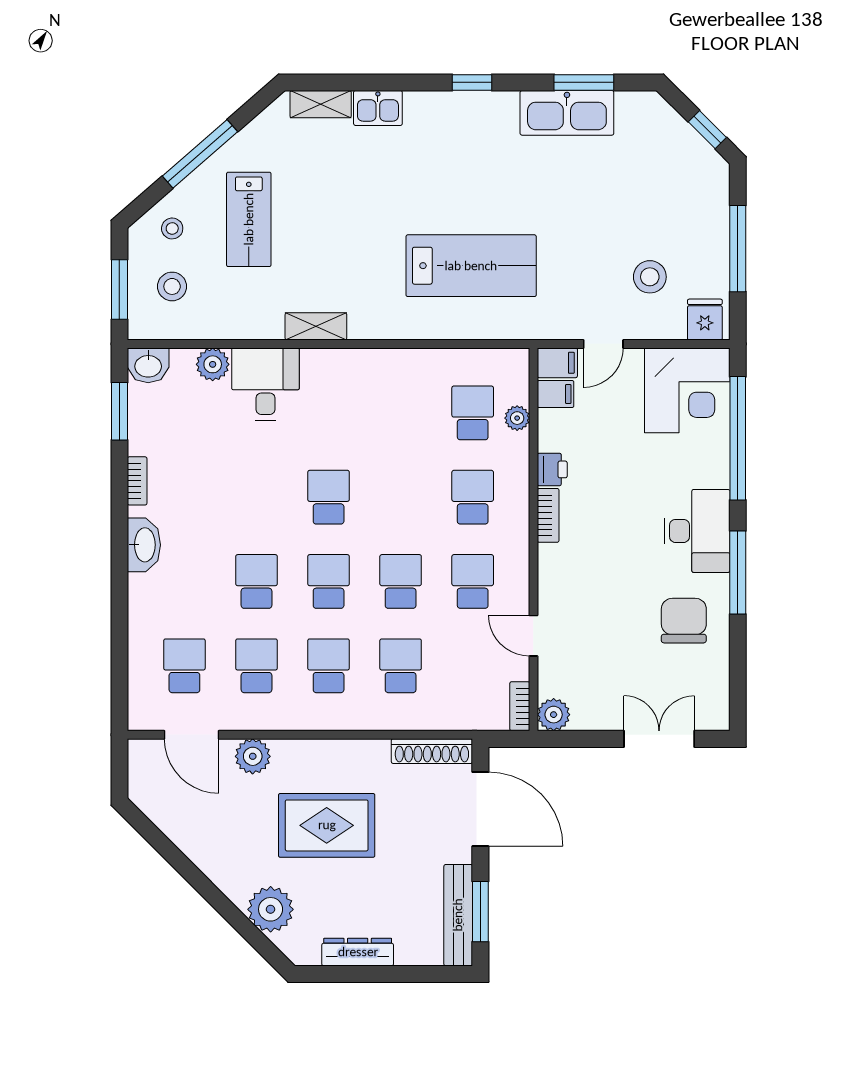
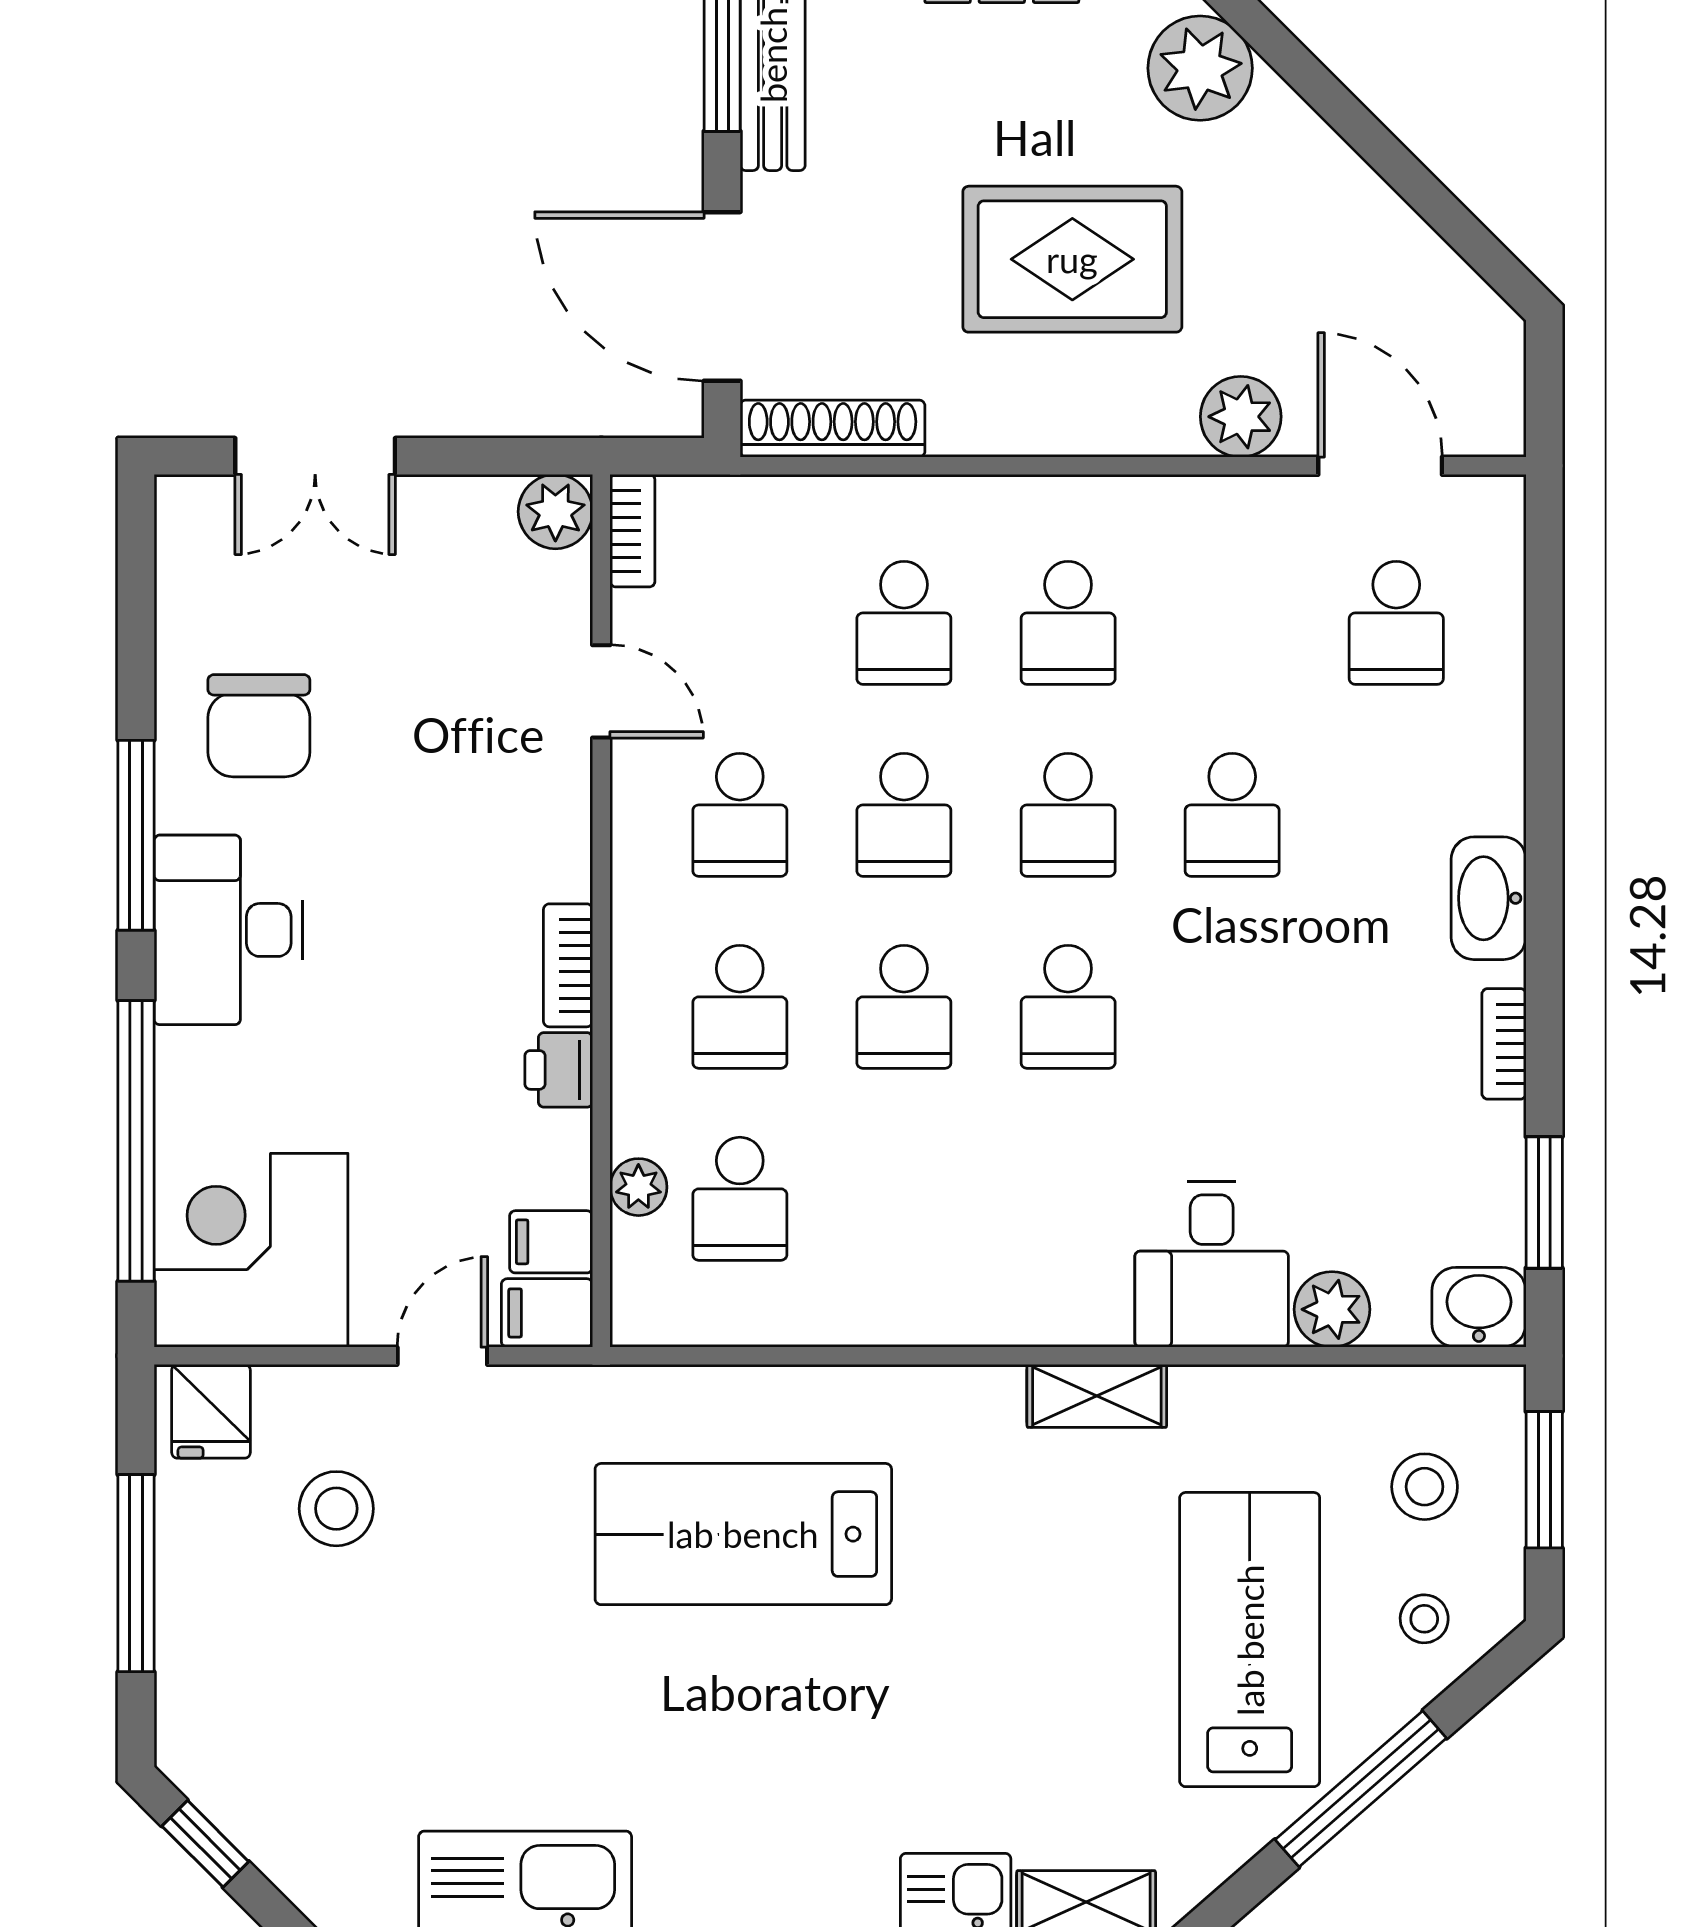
lab bench: (249, 219) -> (1250, 1640), width x1.36, depth x1.39
school desk: (256, 666) -> (904, 1007), moved

